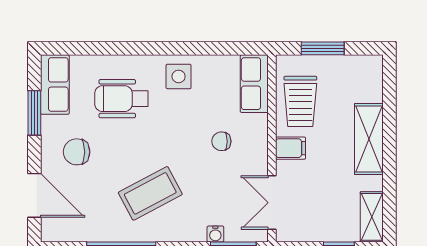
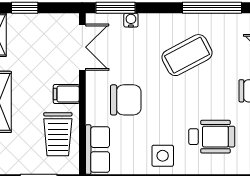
trolley: (300, 101) -> (58, 134), turned 180
chair: (221, 141) -> (126, 100), width x1.87, depth x1.87

